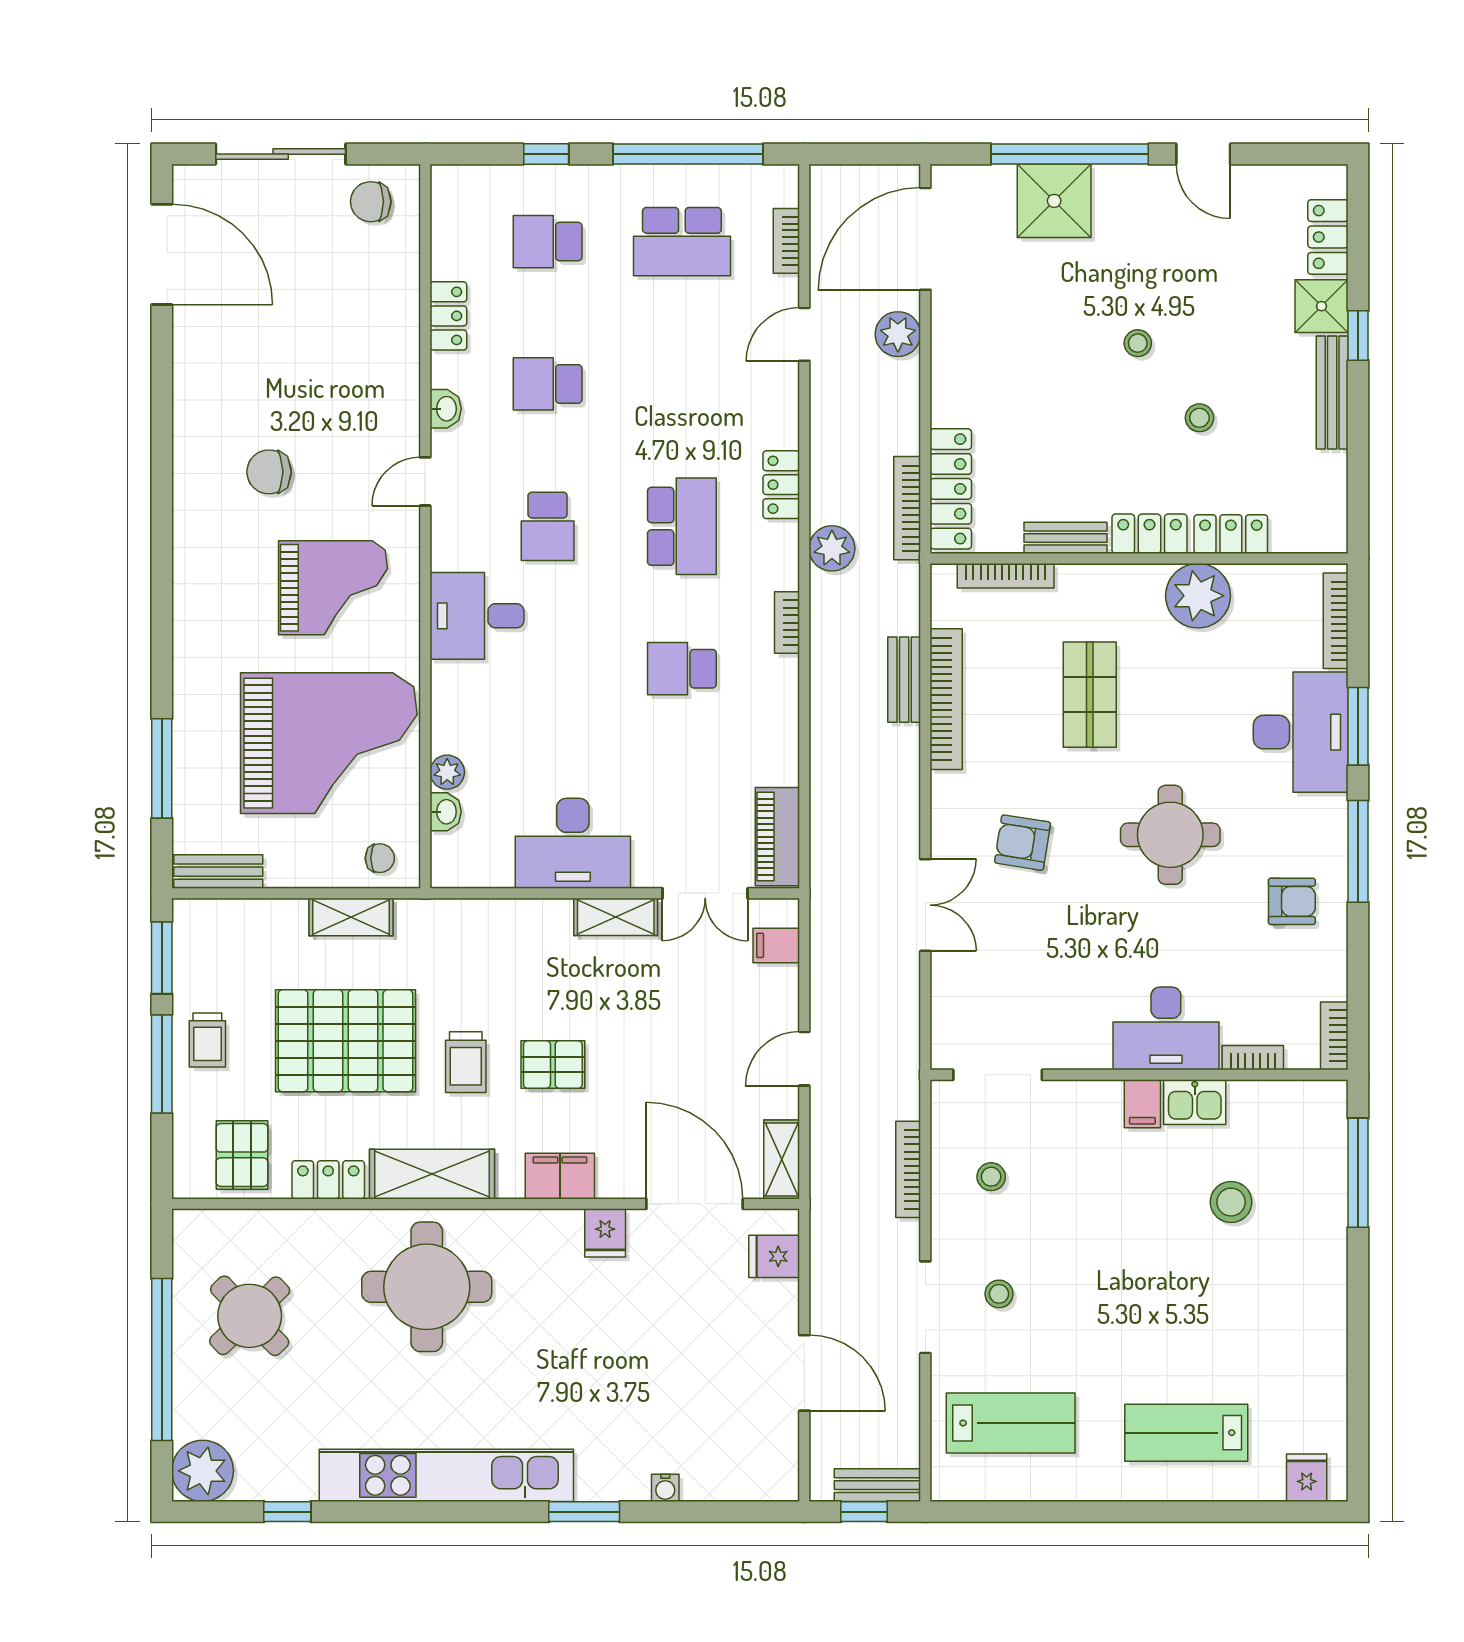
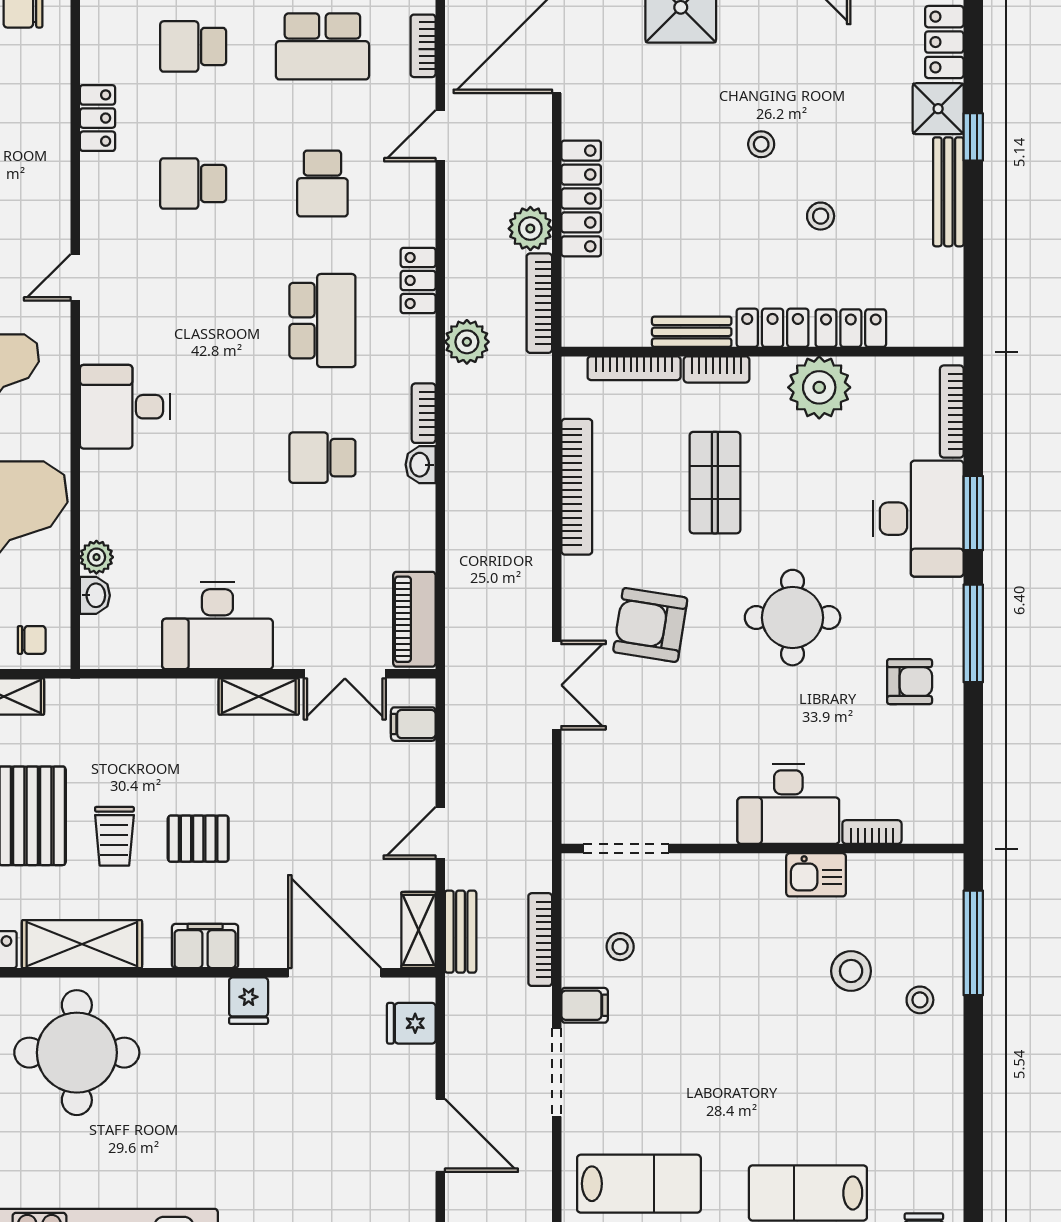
plant: (898, 334) -> (530, 229), moved
washbasin: (446, 409) -> (421, 465), moved, turned 180
locker: (951, 489) -> (581, 198), moved
school desk: (548, 526) -> (322, 184), moved
bench: (904, 680) -> (461, 932), moved
armchair: (1023, 843) -> (650, 625), width x1.38, depth x1.38
bookcase: (1334, 1036) -> (716, 369), moved, turned -90
filing cabinet: (1142, 1104) -> (585, 1005), moved, turned -90
stool: (999, 1294) -> (920, 1000), moved

